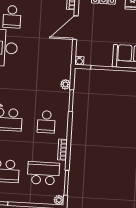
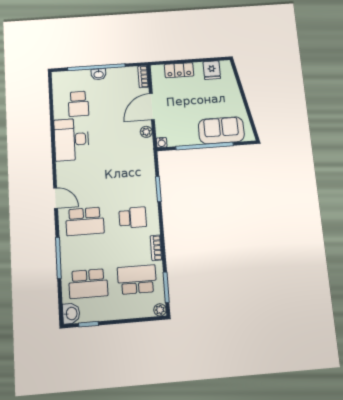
plant: (65, 84) -> (146, 132), moved
school desk: (46, 122) -> (133, 218), turned -90

